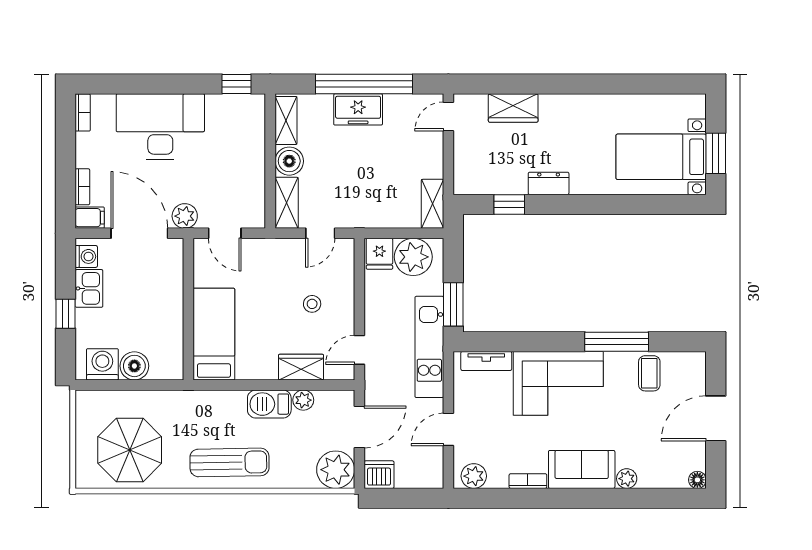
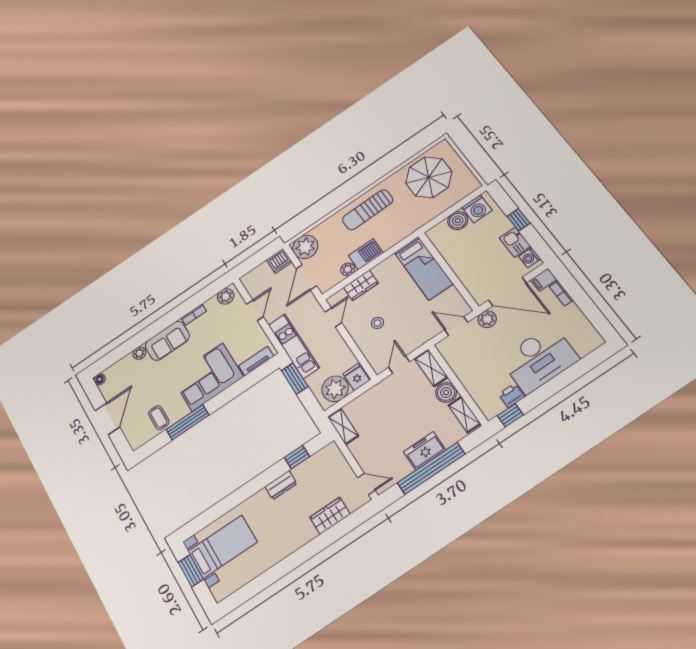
printer: (220, 106) -> (512, 395), added
bookcase: (83, 113) -> (593, 335), removed
door: (448, 116) -> (366, 484), hinge flipped

